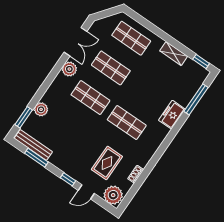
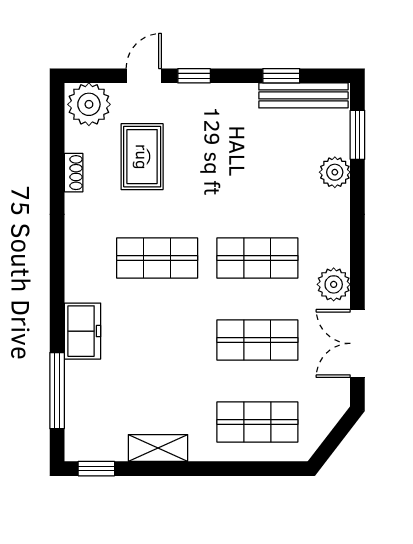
window: (36, 158) -> (281, 76), width x0.67

